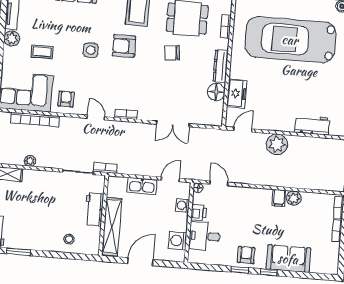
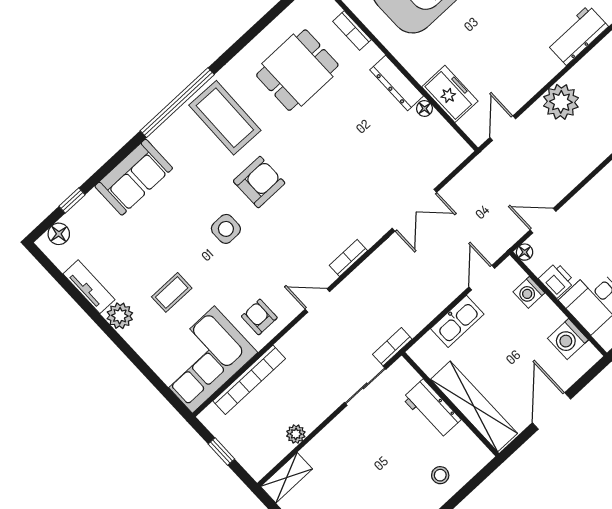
armchair: (124, 46) -> (259, 182), turned 180
chair: (172, 53) -> (324, 129), removed
floor lamp: (216, 92) -> (425, 108), width x0.53, depth x0.53

